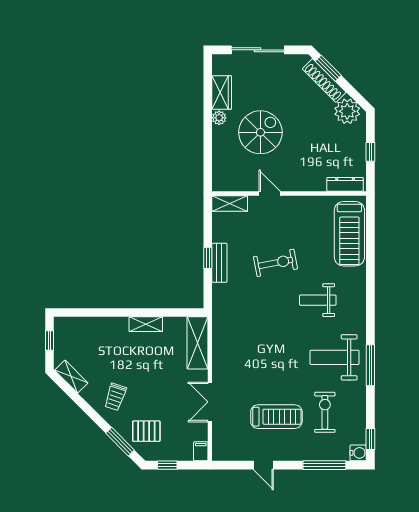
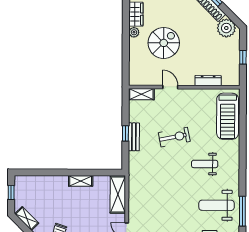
dresser: (345, 184) -> (208, 81), moved

